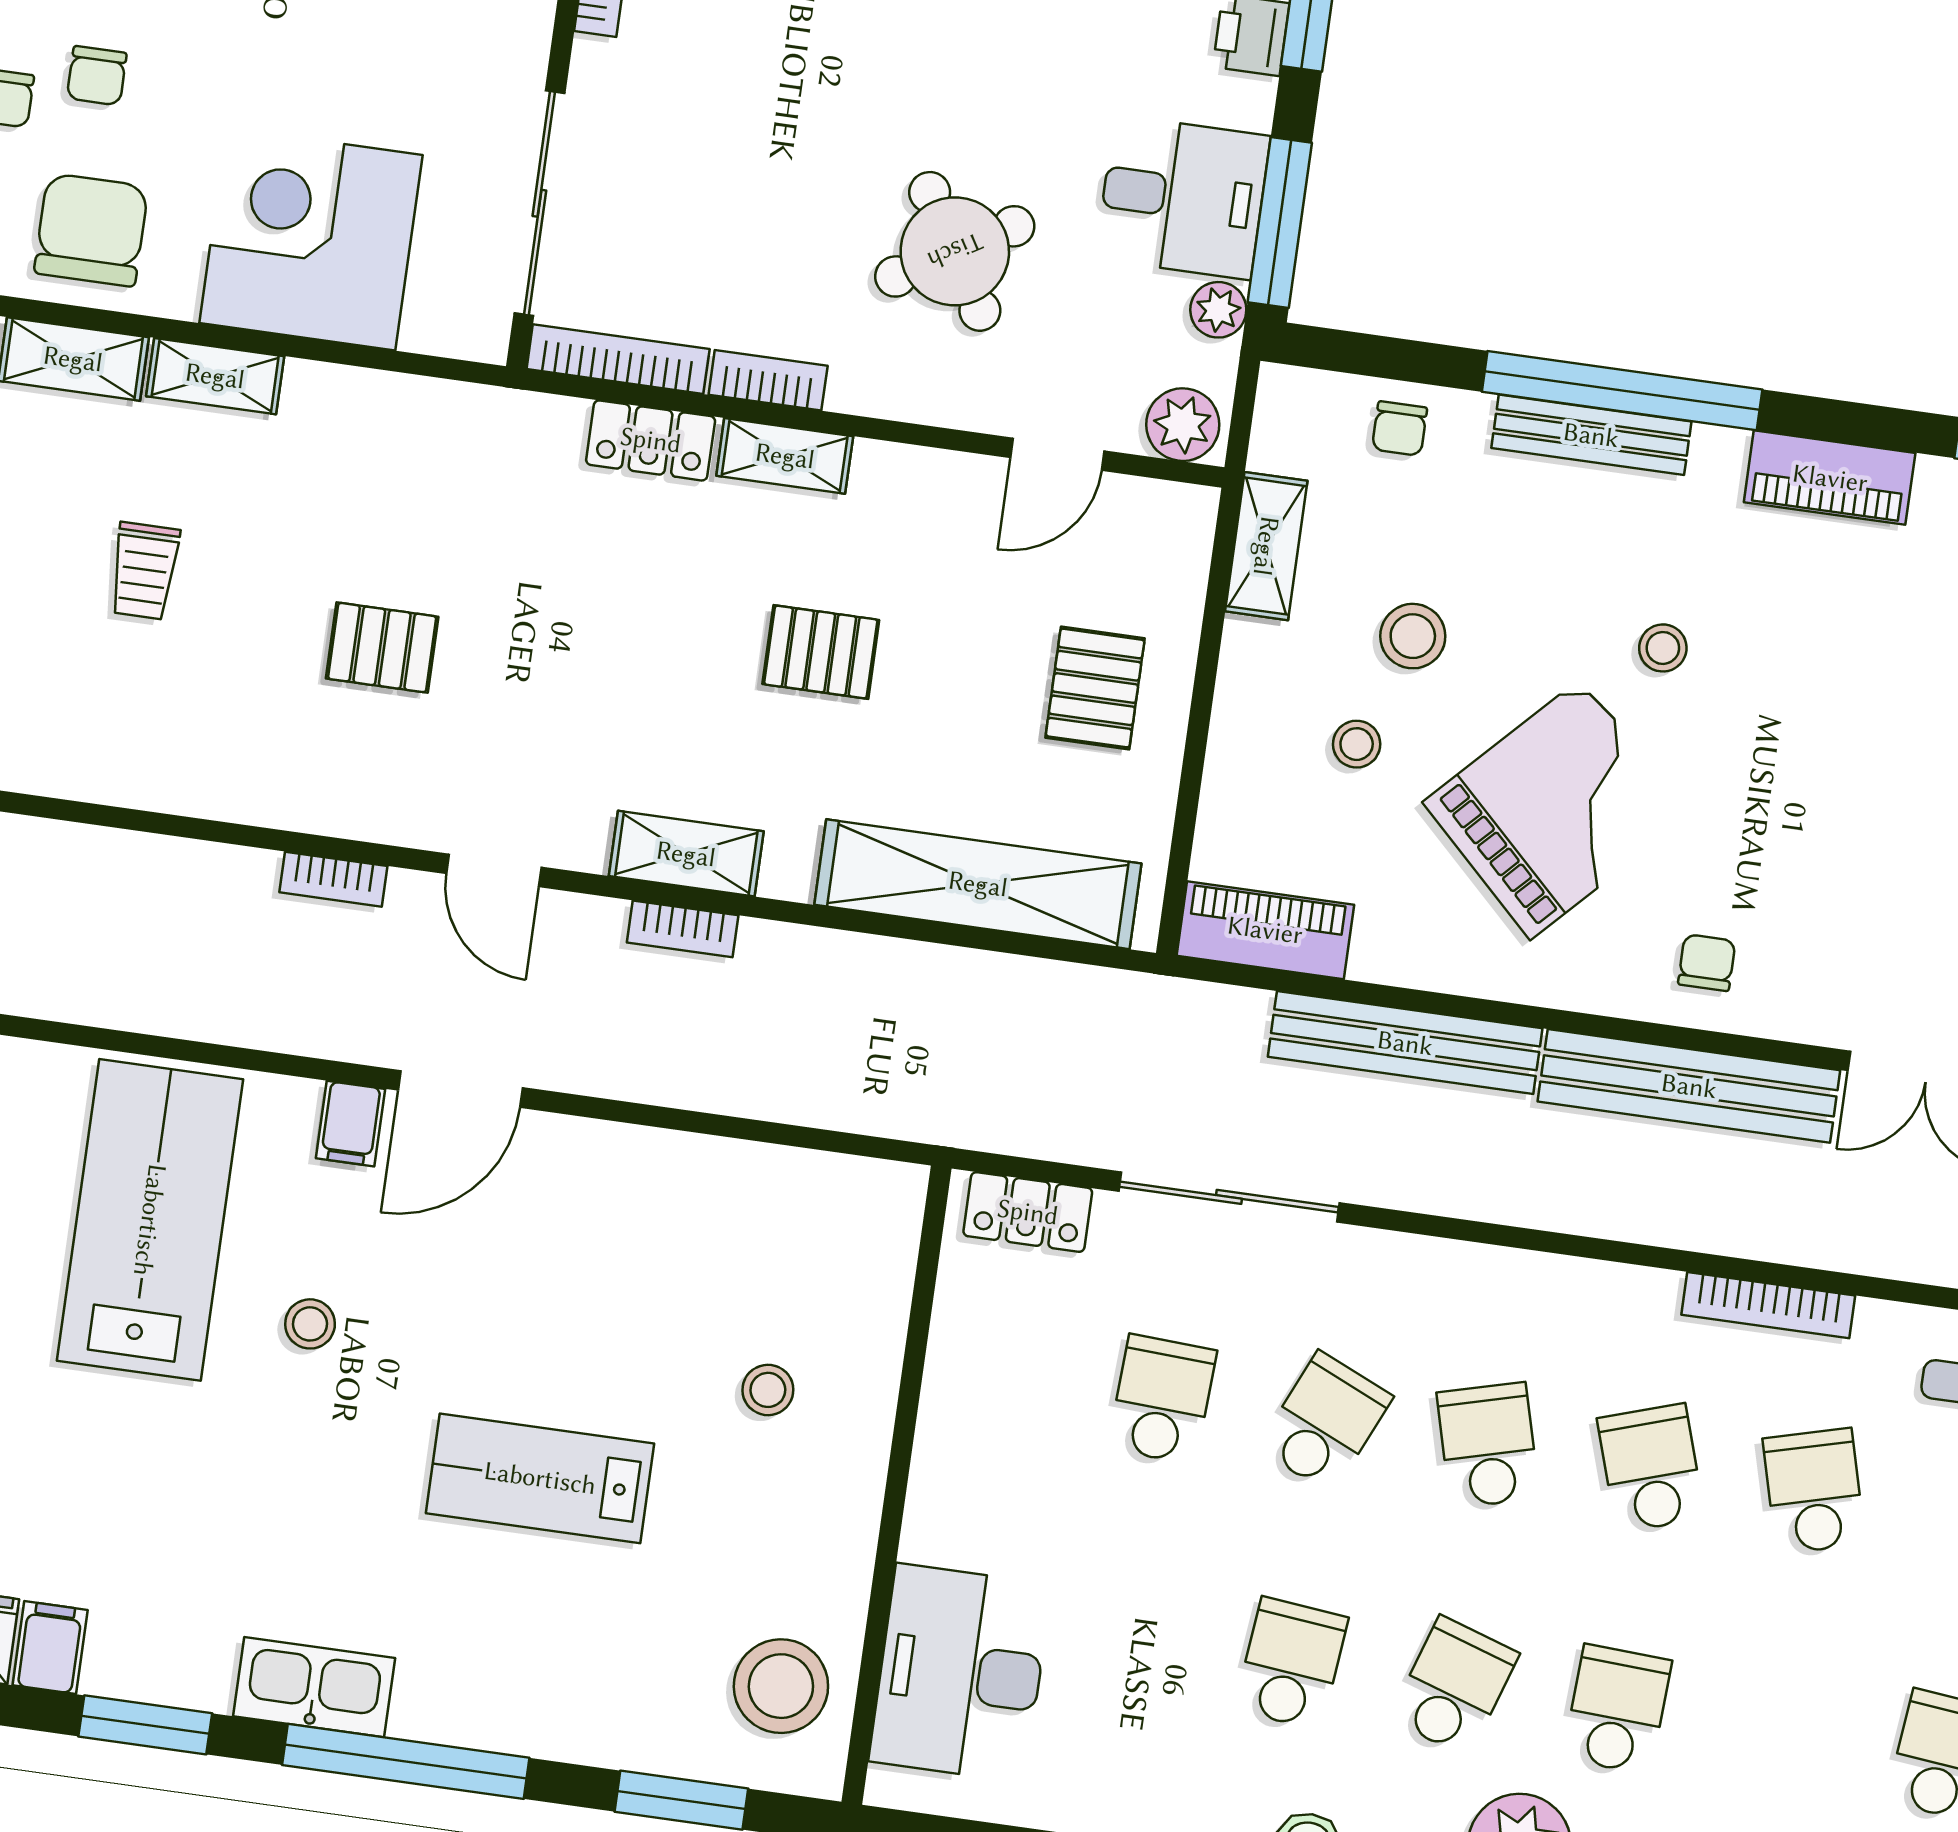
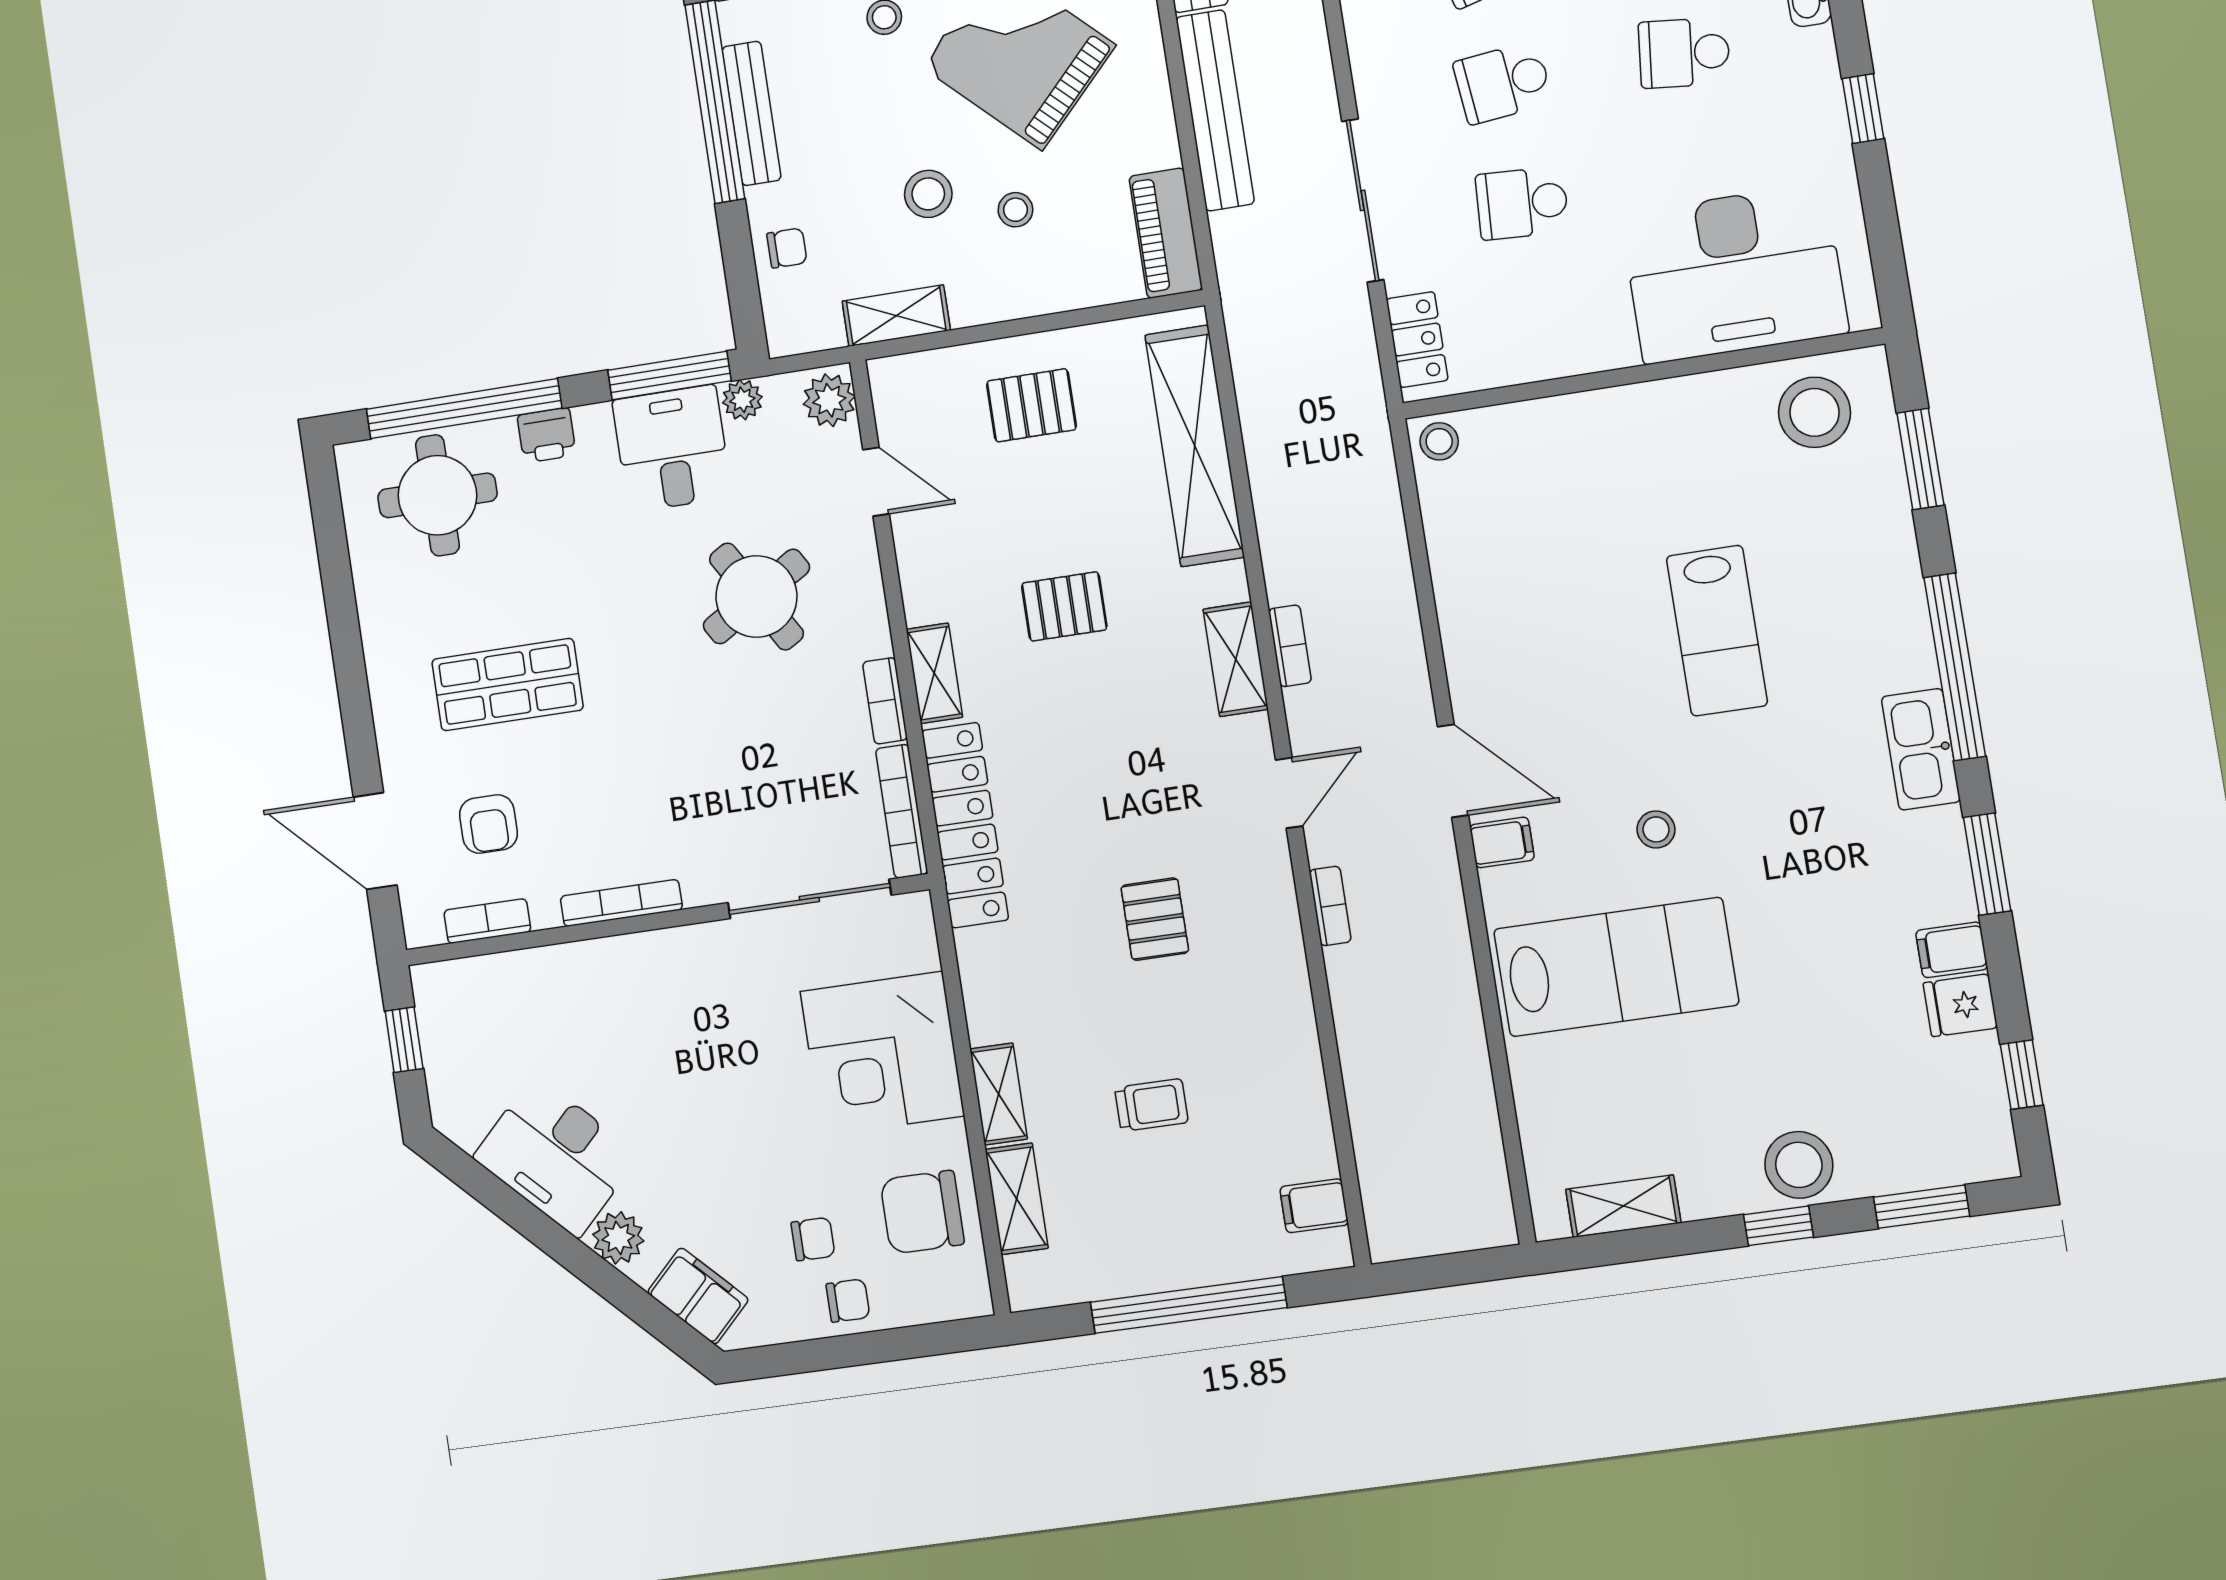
locker: (651, 440) -> (965, 825), width x2.16, depth x1.21
pallet: (821, 652) -> (1064, 606), turned 90
lab bench: (150, 1220) -> (1616, 967), turned 180
stool: (768, 1390) -> (1439, 441), moved
school desk: (1325, 1422) -> (1503, 83), turned -30
desk: (960, 1673) -> (1734, 274), width x1.36, depth x1.30

